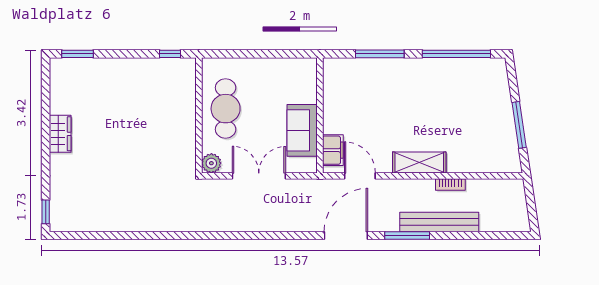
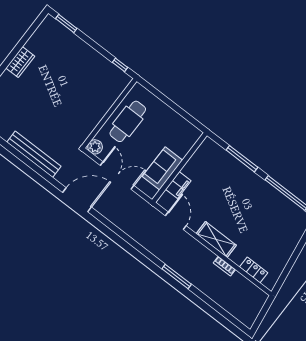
window: (519, 125) -> (291, 262), removed
filing cabinet: (333, 150) -> (178, 185), moved
locker: (485, 164) -> (254, 270), added
bench: (439, 222) -> (34, 154), moved
door: (346, 235) -> (77, 200), moved

